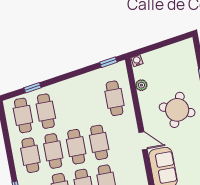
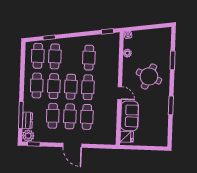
cafe table: (115, 98) -> (89, 58), moved

